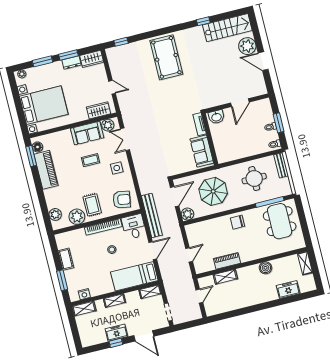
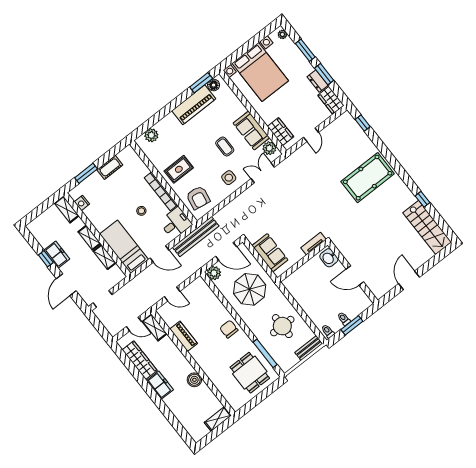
plant: (247, 46) -> (417, 257), removed
sofa: (202, 151) -> (270, 253), moved, turned 90
plant: (77, 217) -> (159, 159), removed
dining table: (280, 221) -> (250, 373), width x0.73
shelving: (225, 277) -> (155, 327), moved
freezer: (288, 290) -> (160, 385), moved
shelving: (150, 292) -> (105, 257), moved
wardrobe: (230, 304) -> (140, 360), added

